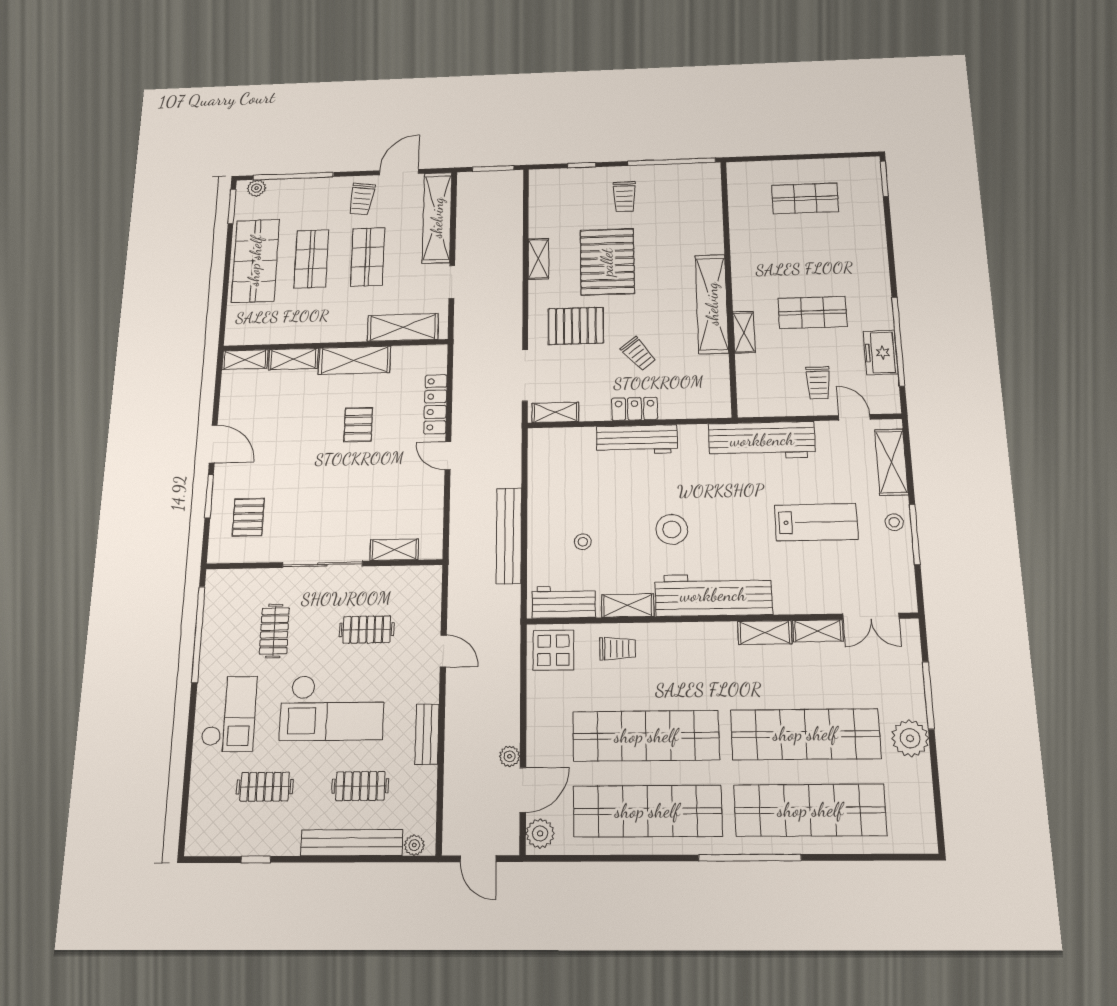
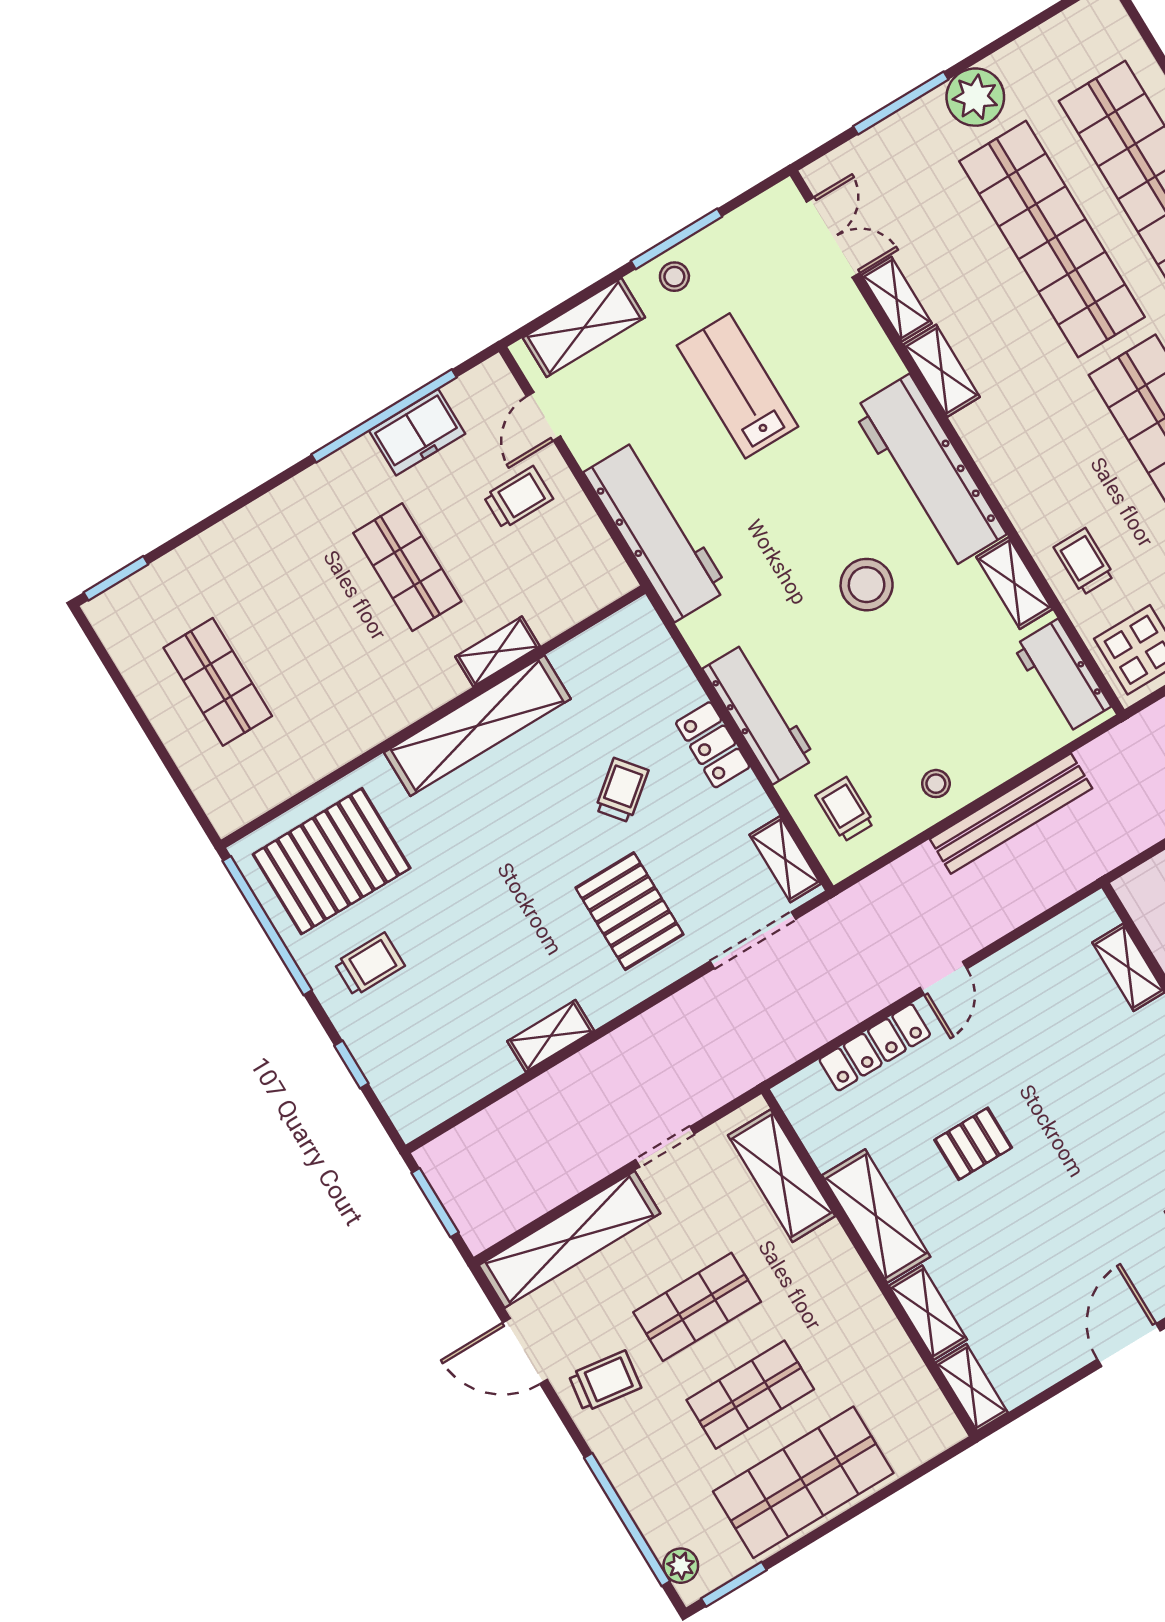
pallet: (607, 262) -> (332, 861), moved
trolley: (562, 455) -> (845, 809), added
stool: (583, 542) -> (936, 784), moved

